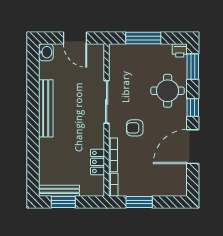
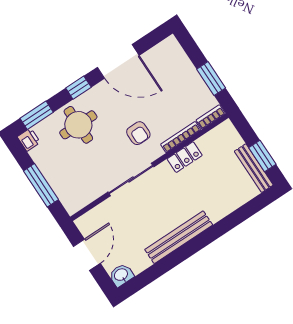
locker: (98, 162) -> (185, 157), moved

